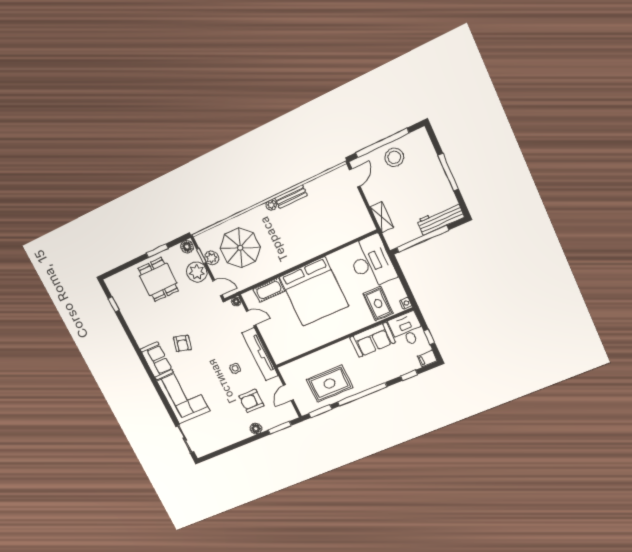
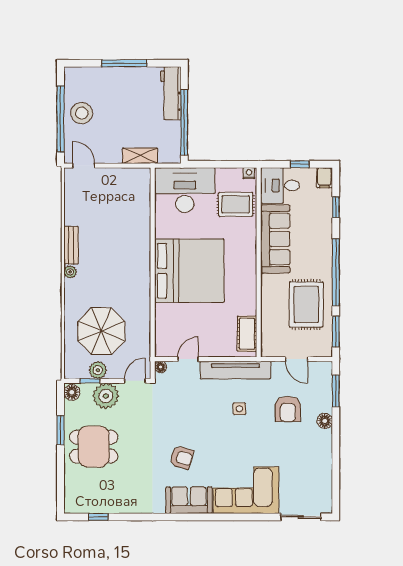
cot: (269, 290) -> (247, 334), moved
sofa: (373, 340) -> (275, 239), width x1.36

